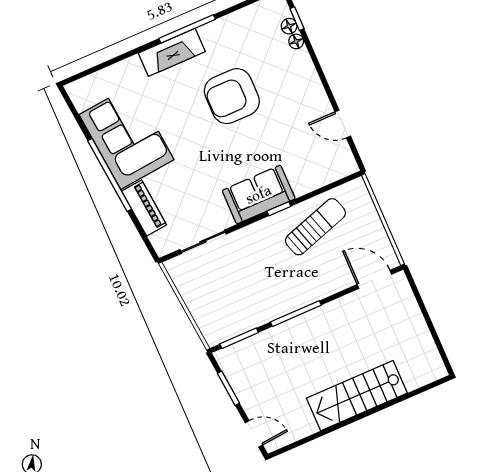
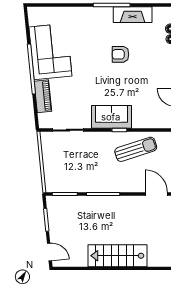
fireplace: (172, 52) -> (133, 15), moved
armchair: (232, 96) -> (121, 54), width x0.53, depth x0.53

